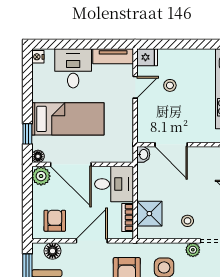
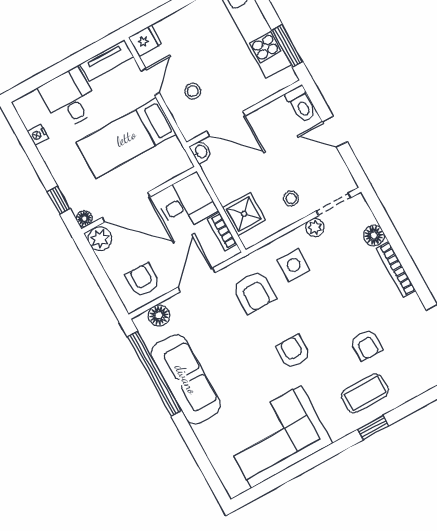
nightstand: (38, 57) -> (38, 135), moved
stool: (170, 85) -> (193, 91), moved
bed: (68, 119) -> (126, 138), moved, turned 180

